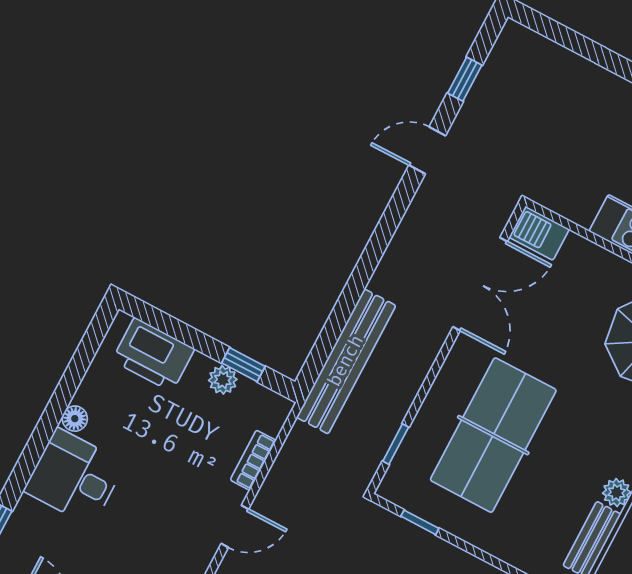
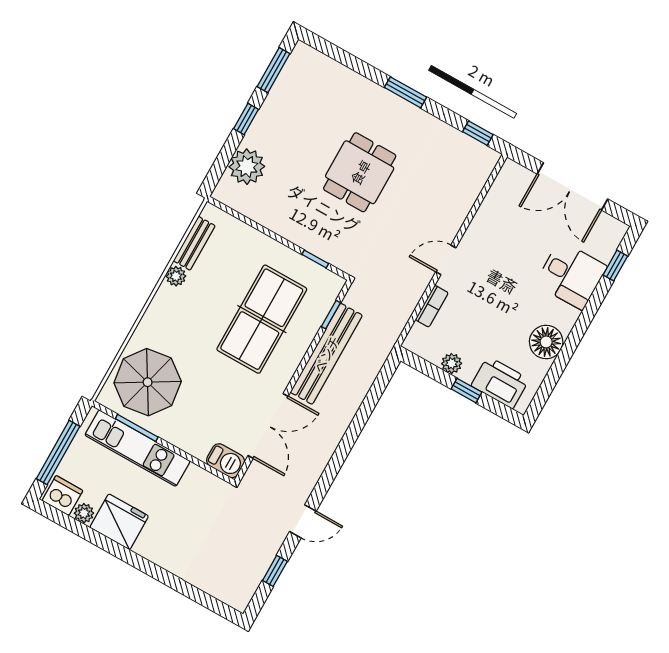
double door: (480, 284) -> (268, 426), swing flipped
bench: (346, 361) -> (326, 354), moved
window: (243, 365) -> (466, 391), moved
floor lamp: (75, 419) -> (546, 342), width x1.89, depth x1.89
desk: (74, 477) -> (571, 275), moved

